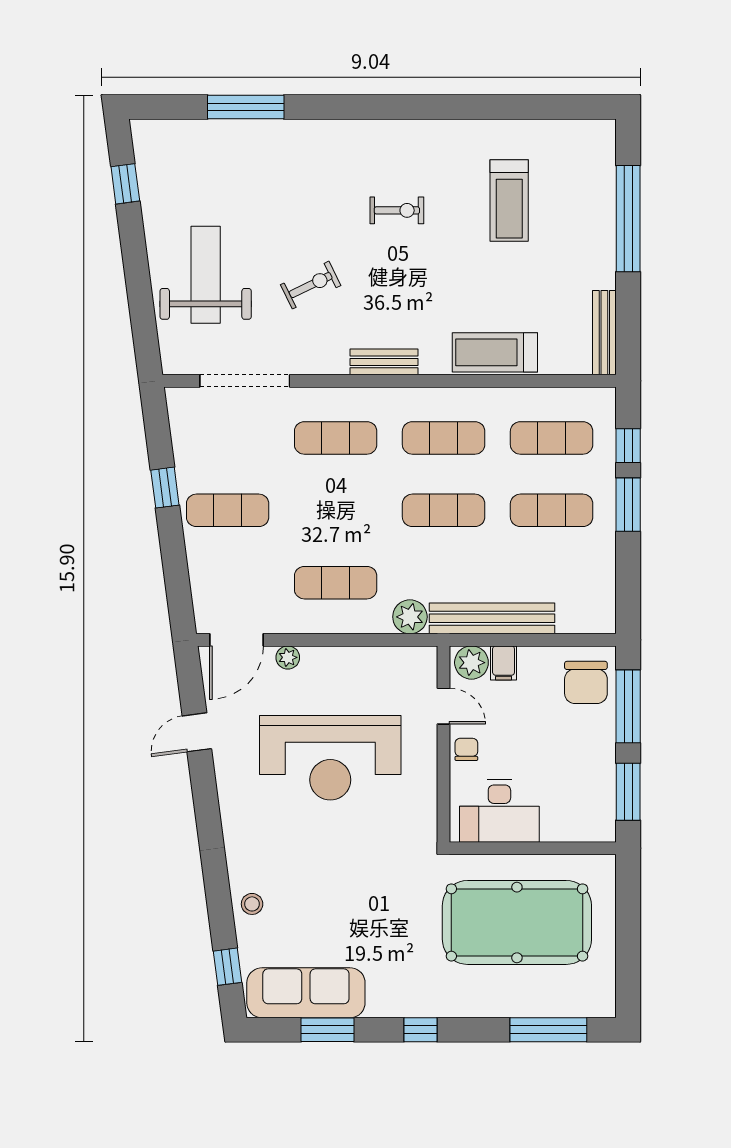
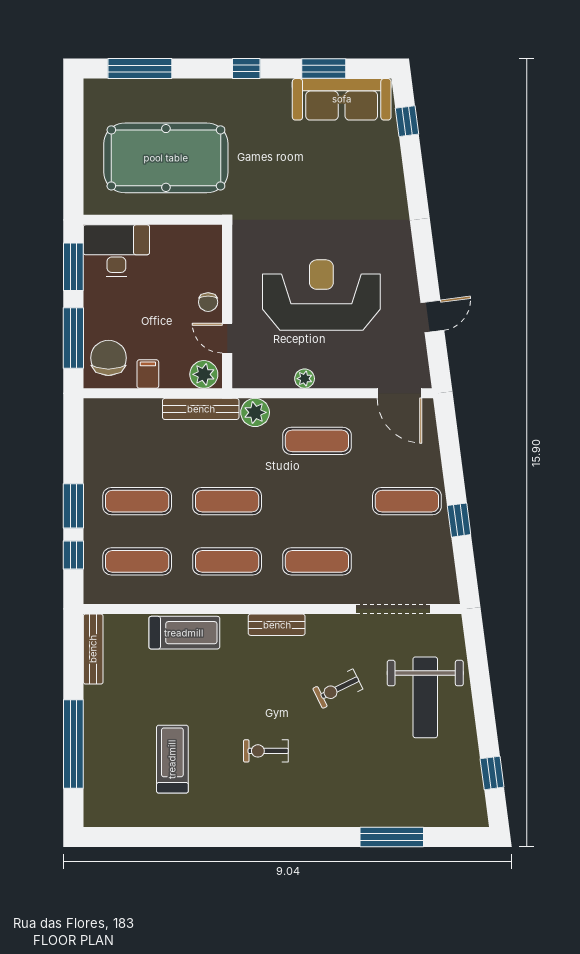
bench: (492, 618) -> (201, 409), width x0.73, depth x0.82
door: (236, 640) -> (400, 393), swing flipped
plant: (288, 657) -> (305, 379), moved
filing cabinet: (504, 663) -> (148, 374), moved
desk: (499, 811) -> (116, 251), moved
stool: (252, 904) -> (387, 173), removed

